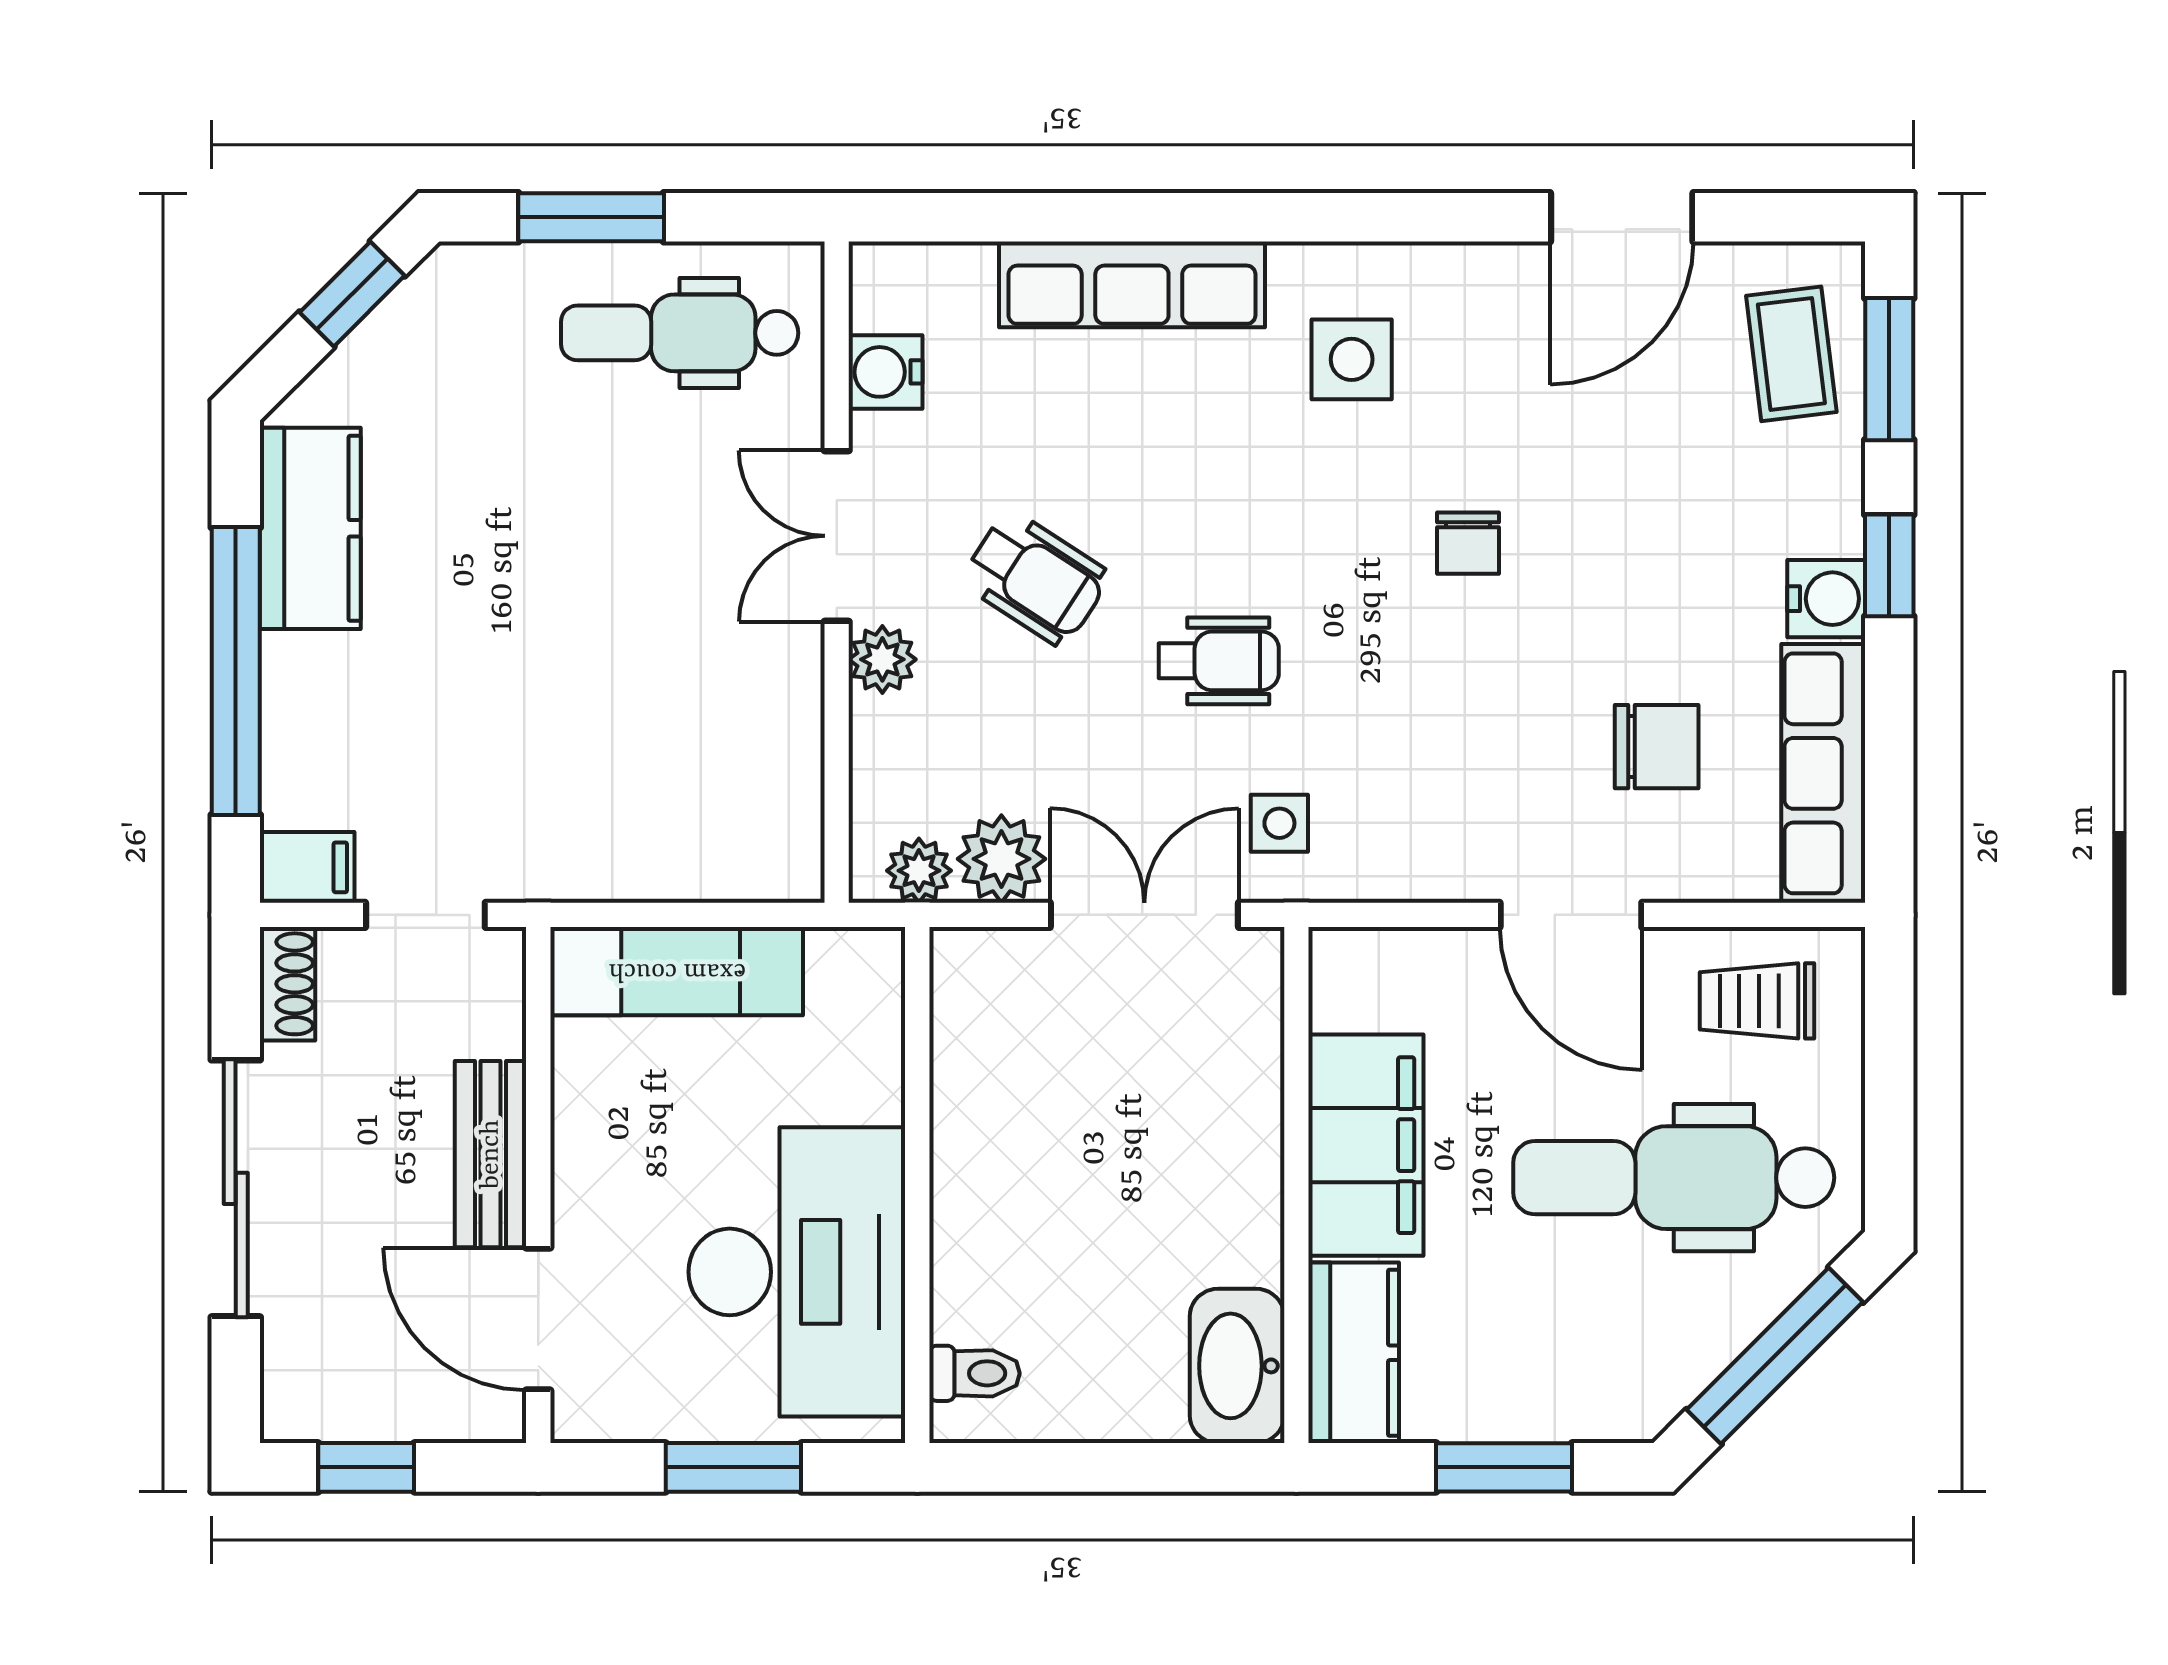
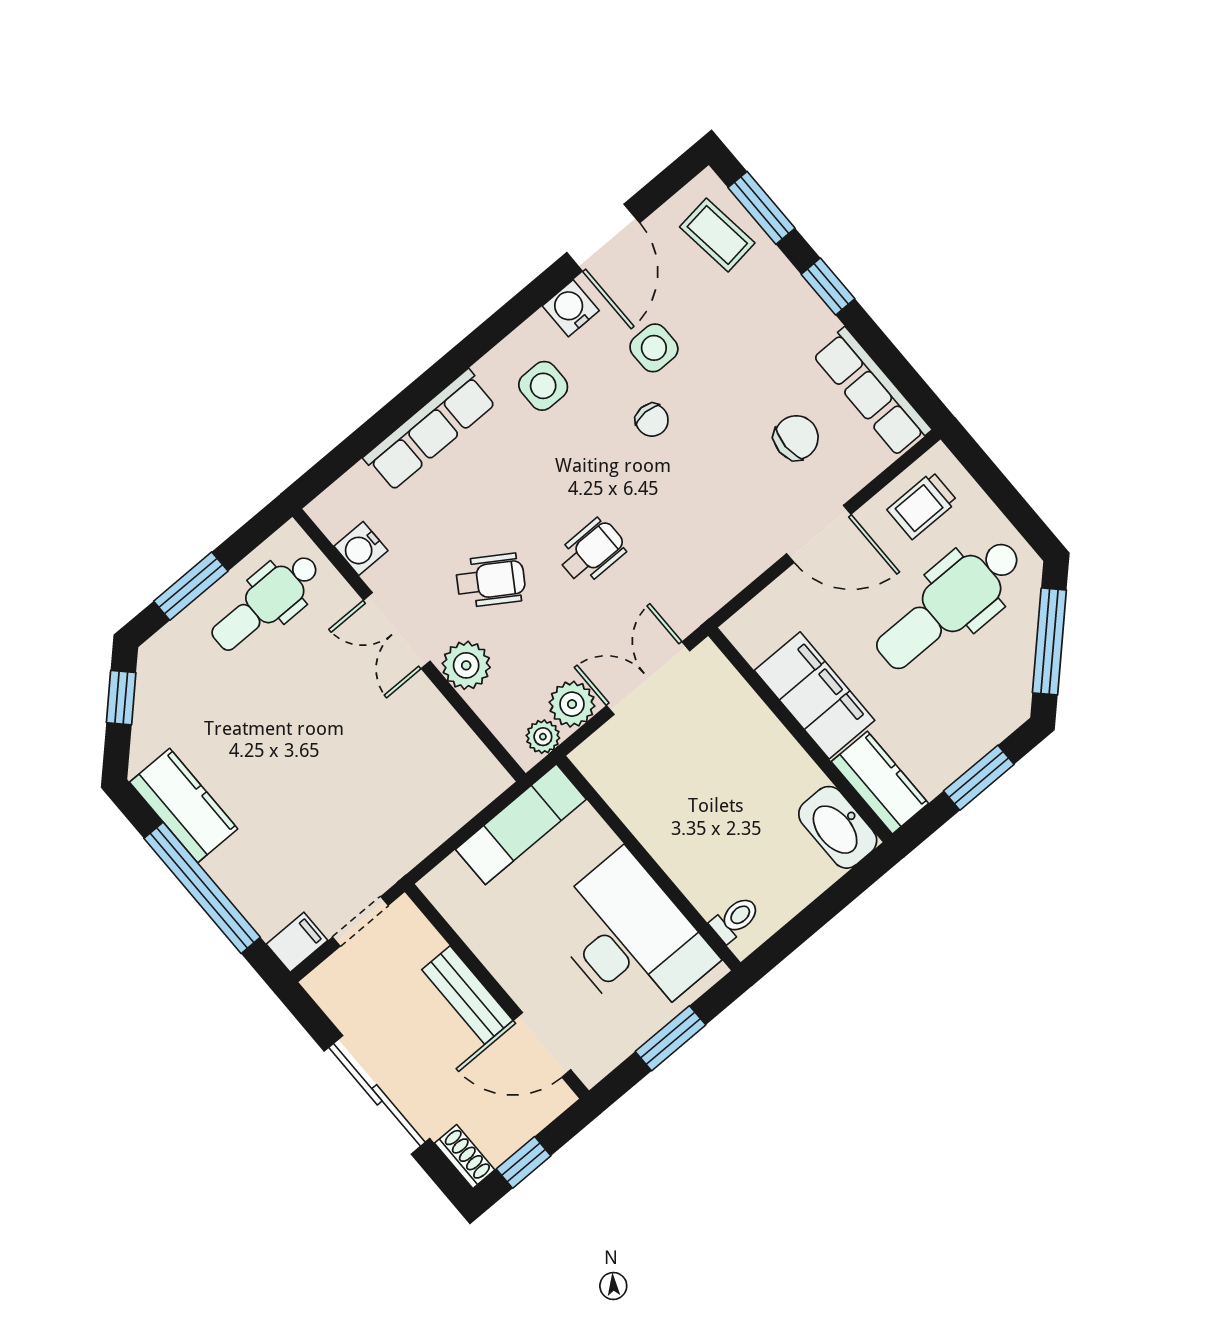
water cooler: (1826, 599) -> (571, 308), moved, turned -90
plant: (882, 659) -> (466, 665), width x1.38, depth x1.38
side table: (1279, 823) -> (654, 348), moved, width x1.37, depth x1.37
exam couch: (677, 971) -> (521, 824), moved
shoe rack: (288, 984) -> (465, 1157), moved

